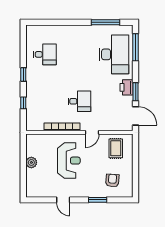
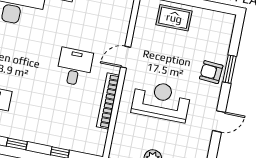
door: (92, 132) -> (126, 57), swing flipped
rug: (116, 148) -> (174, 18), moved
armchair: (112, 181) -> (211, 72), moved

